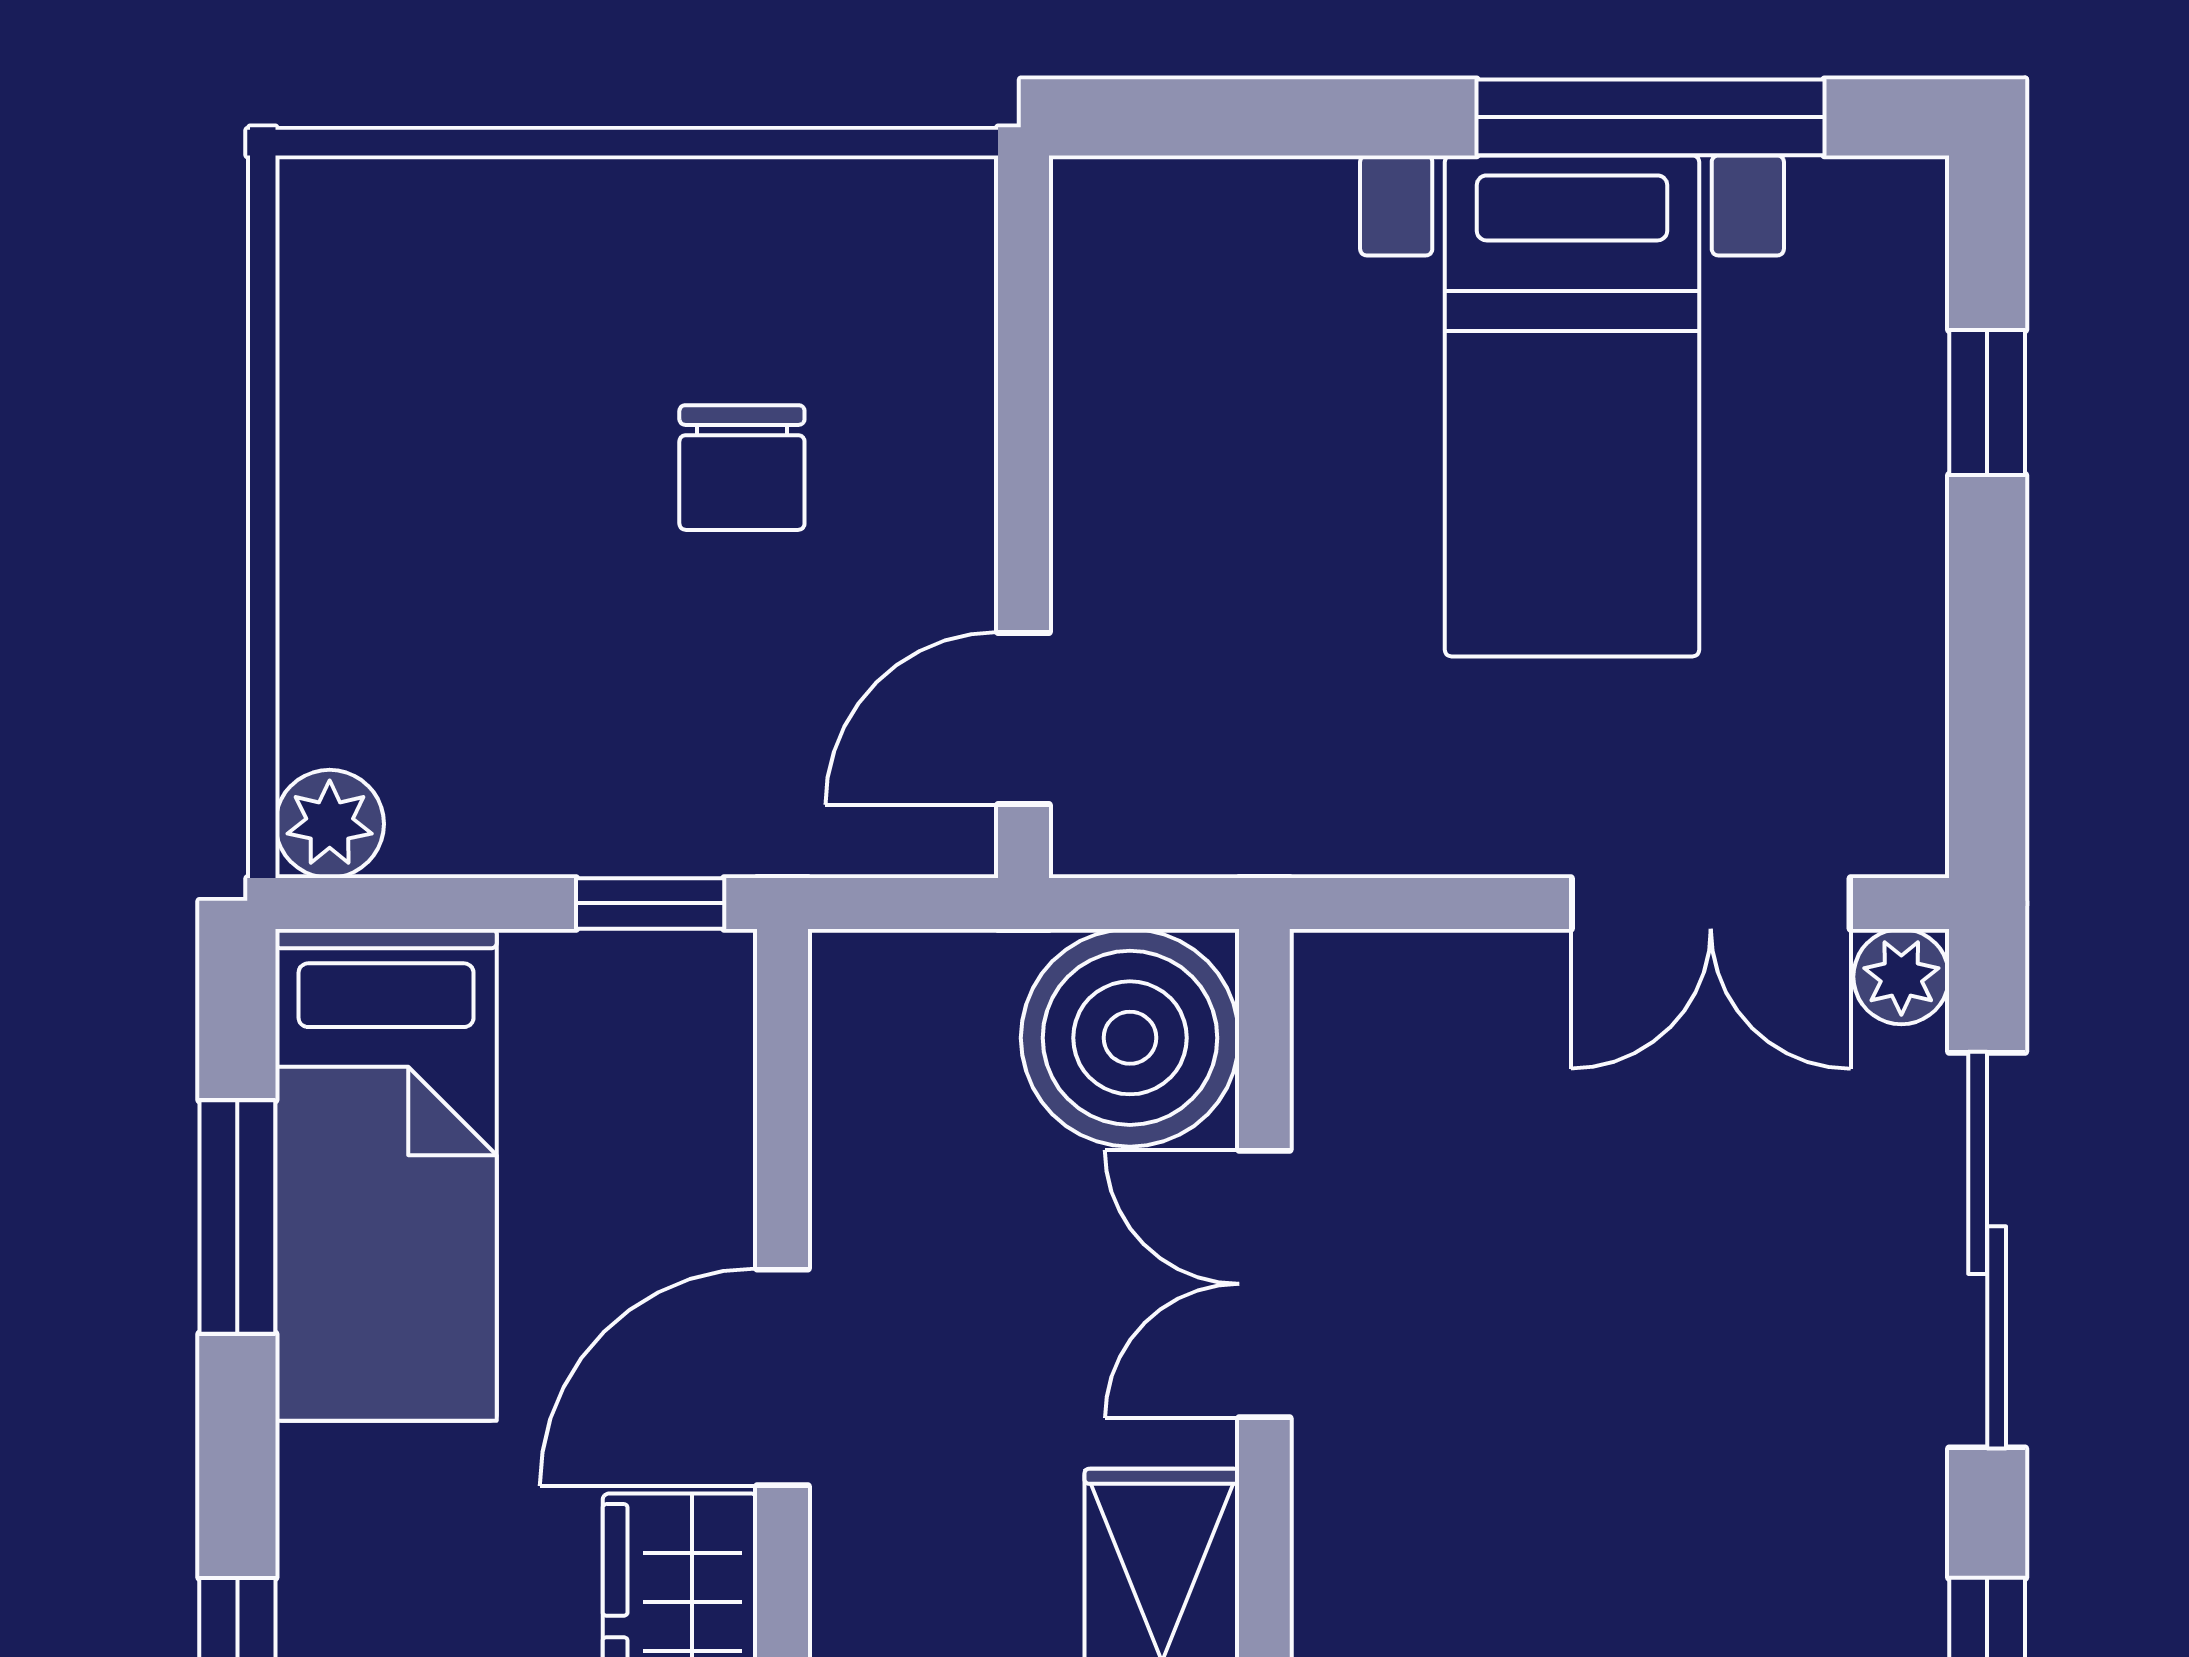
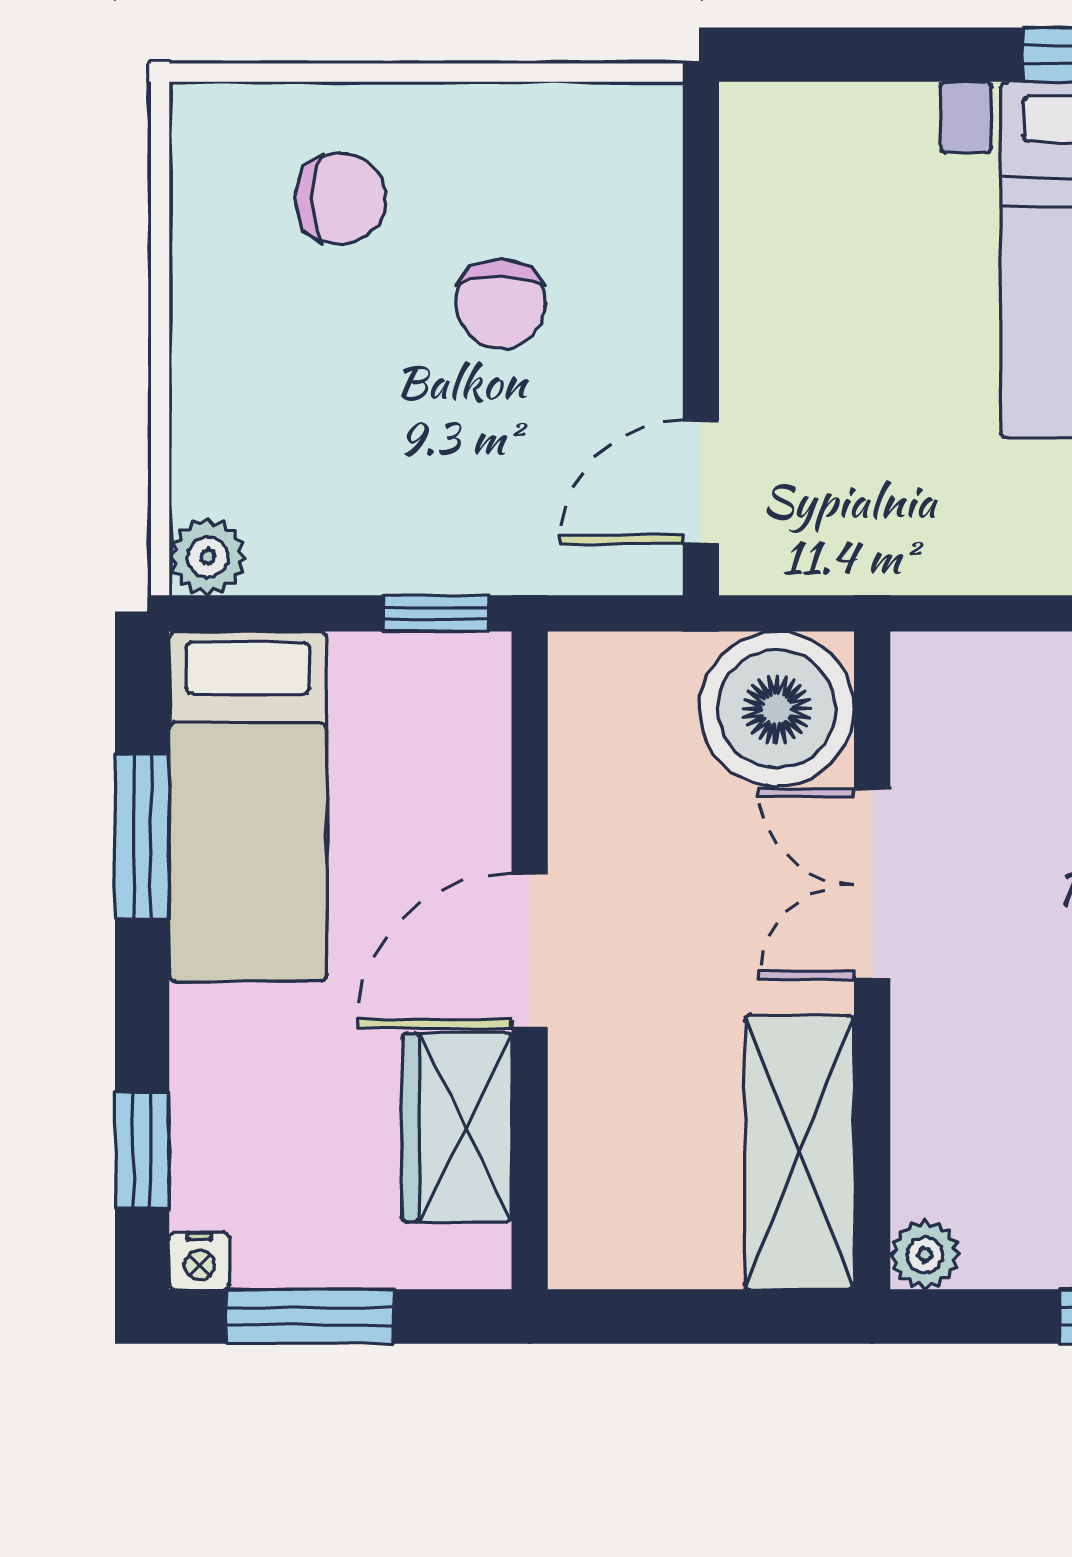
chair: (517, 320) -> (341, 199), added

